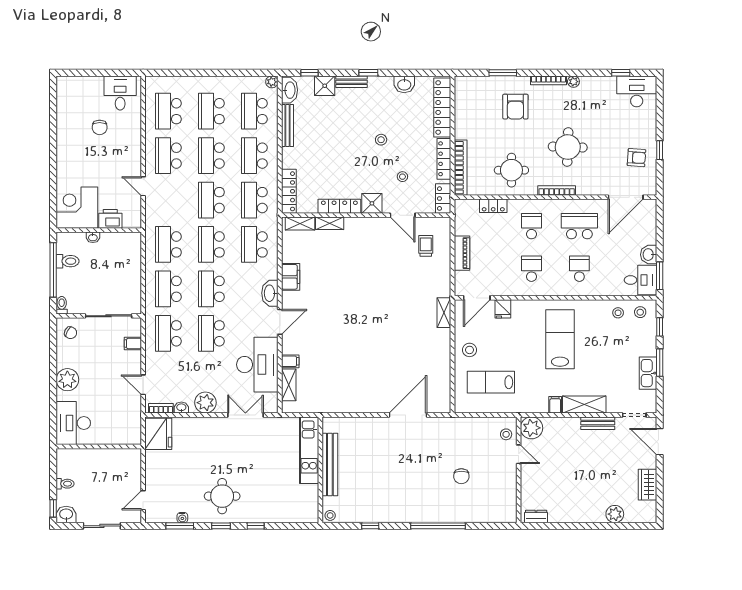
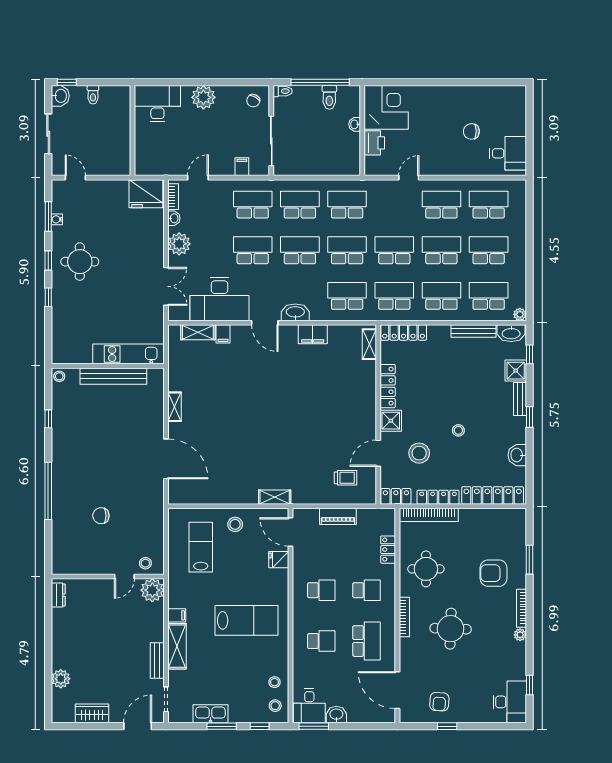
stool: (402, 177) -> (419, 453), width x1.89, depth x1.89
shelving: (330, 223) -> (175, 407), moved

